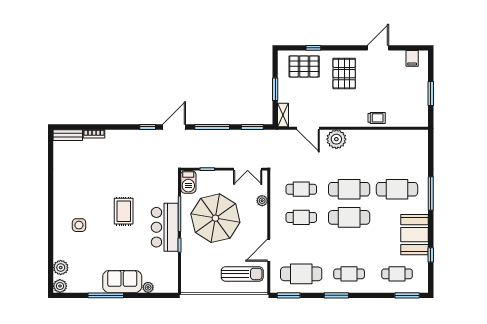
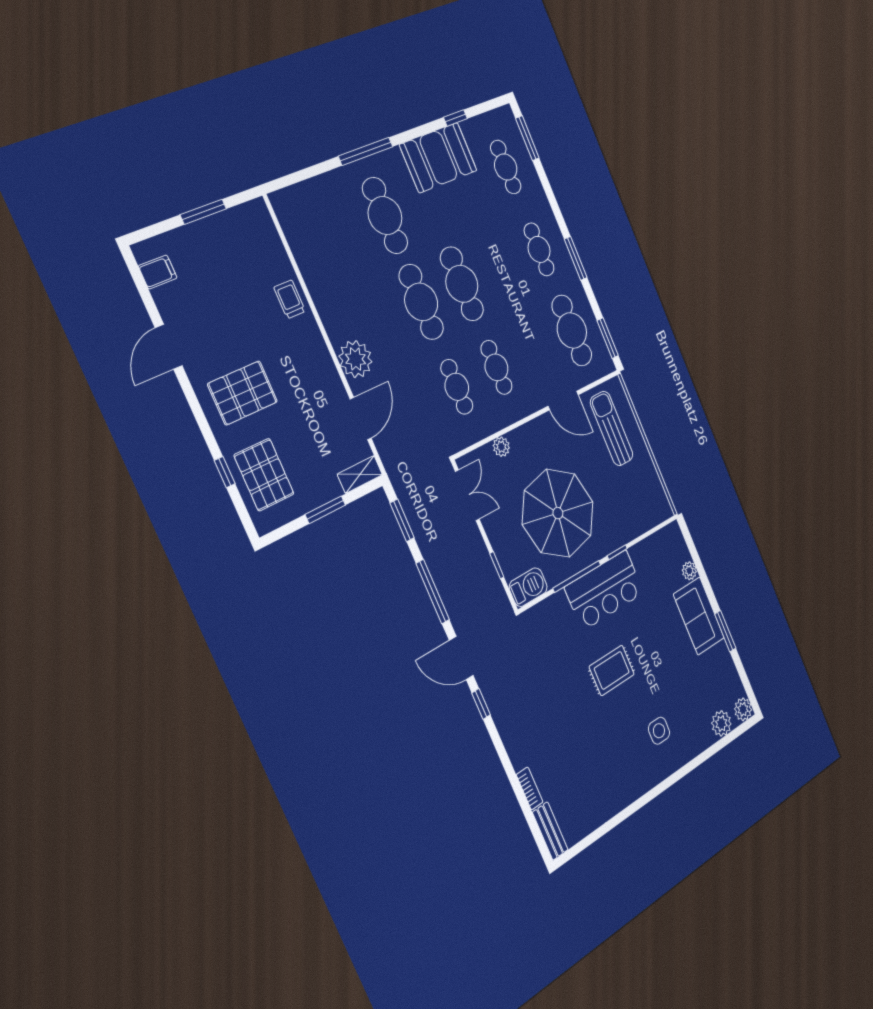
door: (378, 48) -> (169, 347), hinge flipped
window: (106, 295) -> (725, 631), width x0.69

